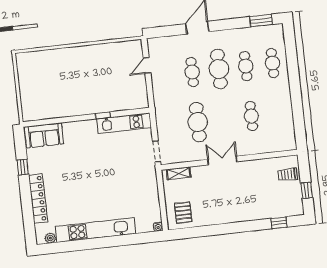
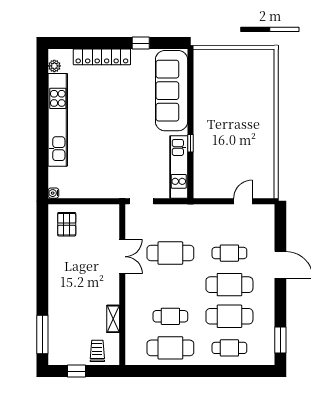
door: (147, 65) -> (243, 201), hinge flipped
cafe table: (246, 66) -> (229, 316), width x1.37, depth x1.35
cafe table: (278, 113) -> (170, 348), added
sofa: (44, 135) -> (172, 91), width x1.85, depth x1.27
double door: (222, 161) -> (122, 257), moved
shelving: (179, 173) -> (113, 319), moved
pallet: (183, 213) -> (67, 224), turned 90
window: (279, 223) -> (42, 334), width x2.17

